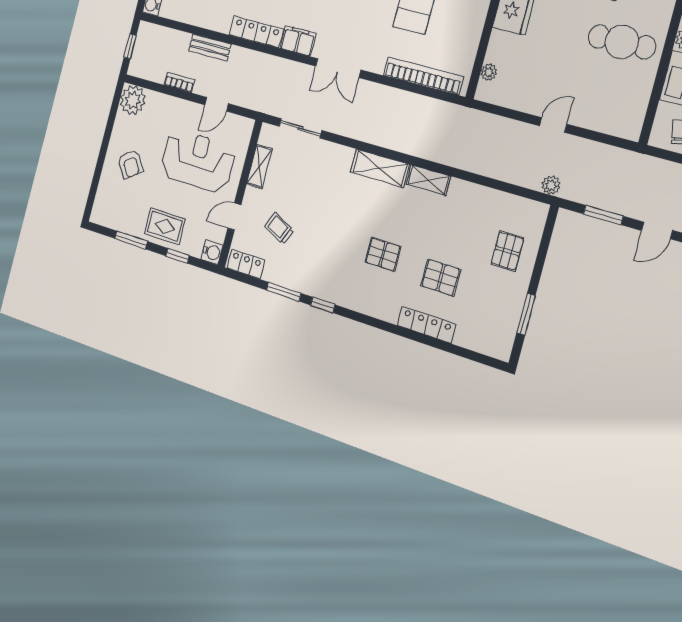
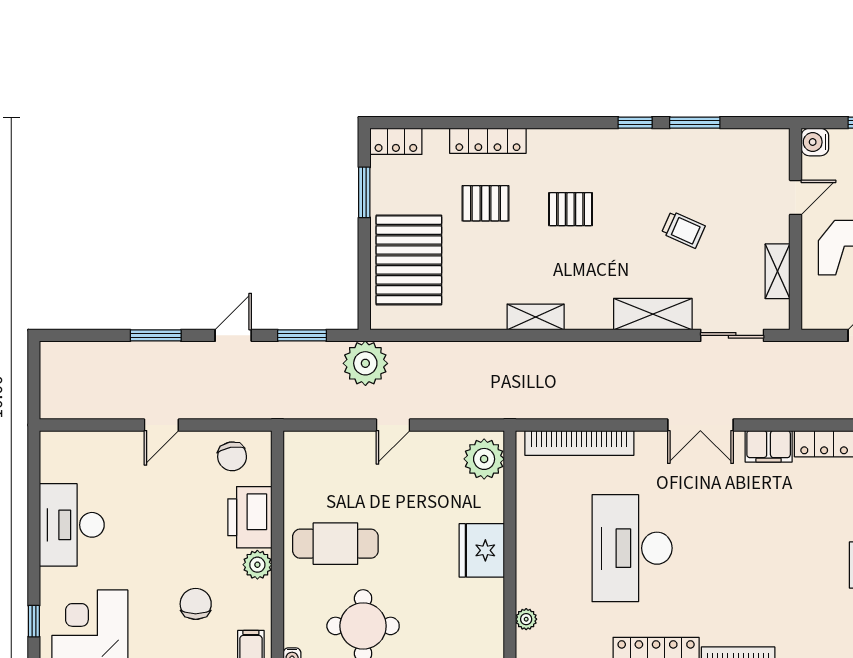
double door: (338, 68) -> (700, 425), swing flipped
plant: (489, 72) -> (484, 459), width x1.88, depth x1.88
shelving: (380, 168) -> (653, 314), moved
plant: (551, 185) -> (365, 363), width x1.88, depth x1.88
trolley: (279, 228) -> (683, 230), moved
pallet: (507, 251) -> (409, 260), width x2.05, depth x2.00
locker: (246, 264) -> (396, 141), moved

